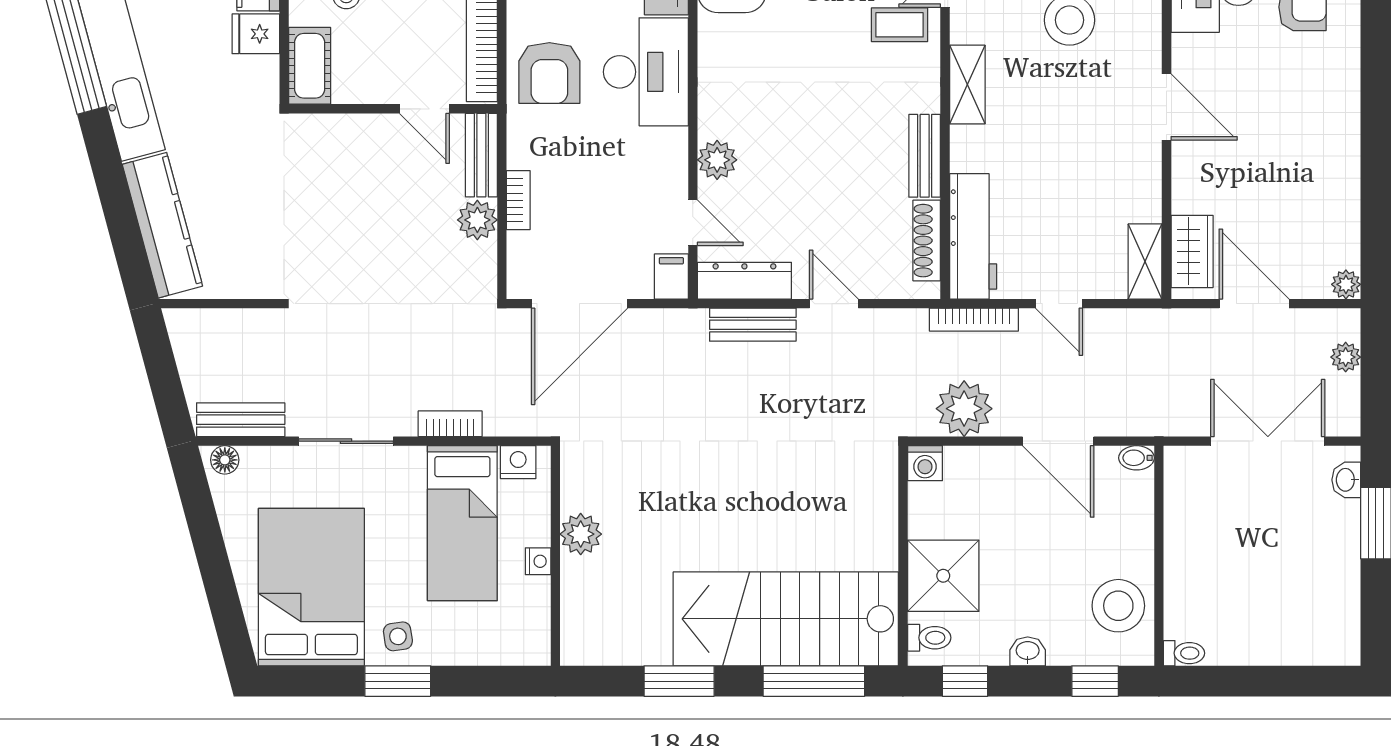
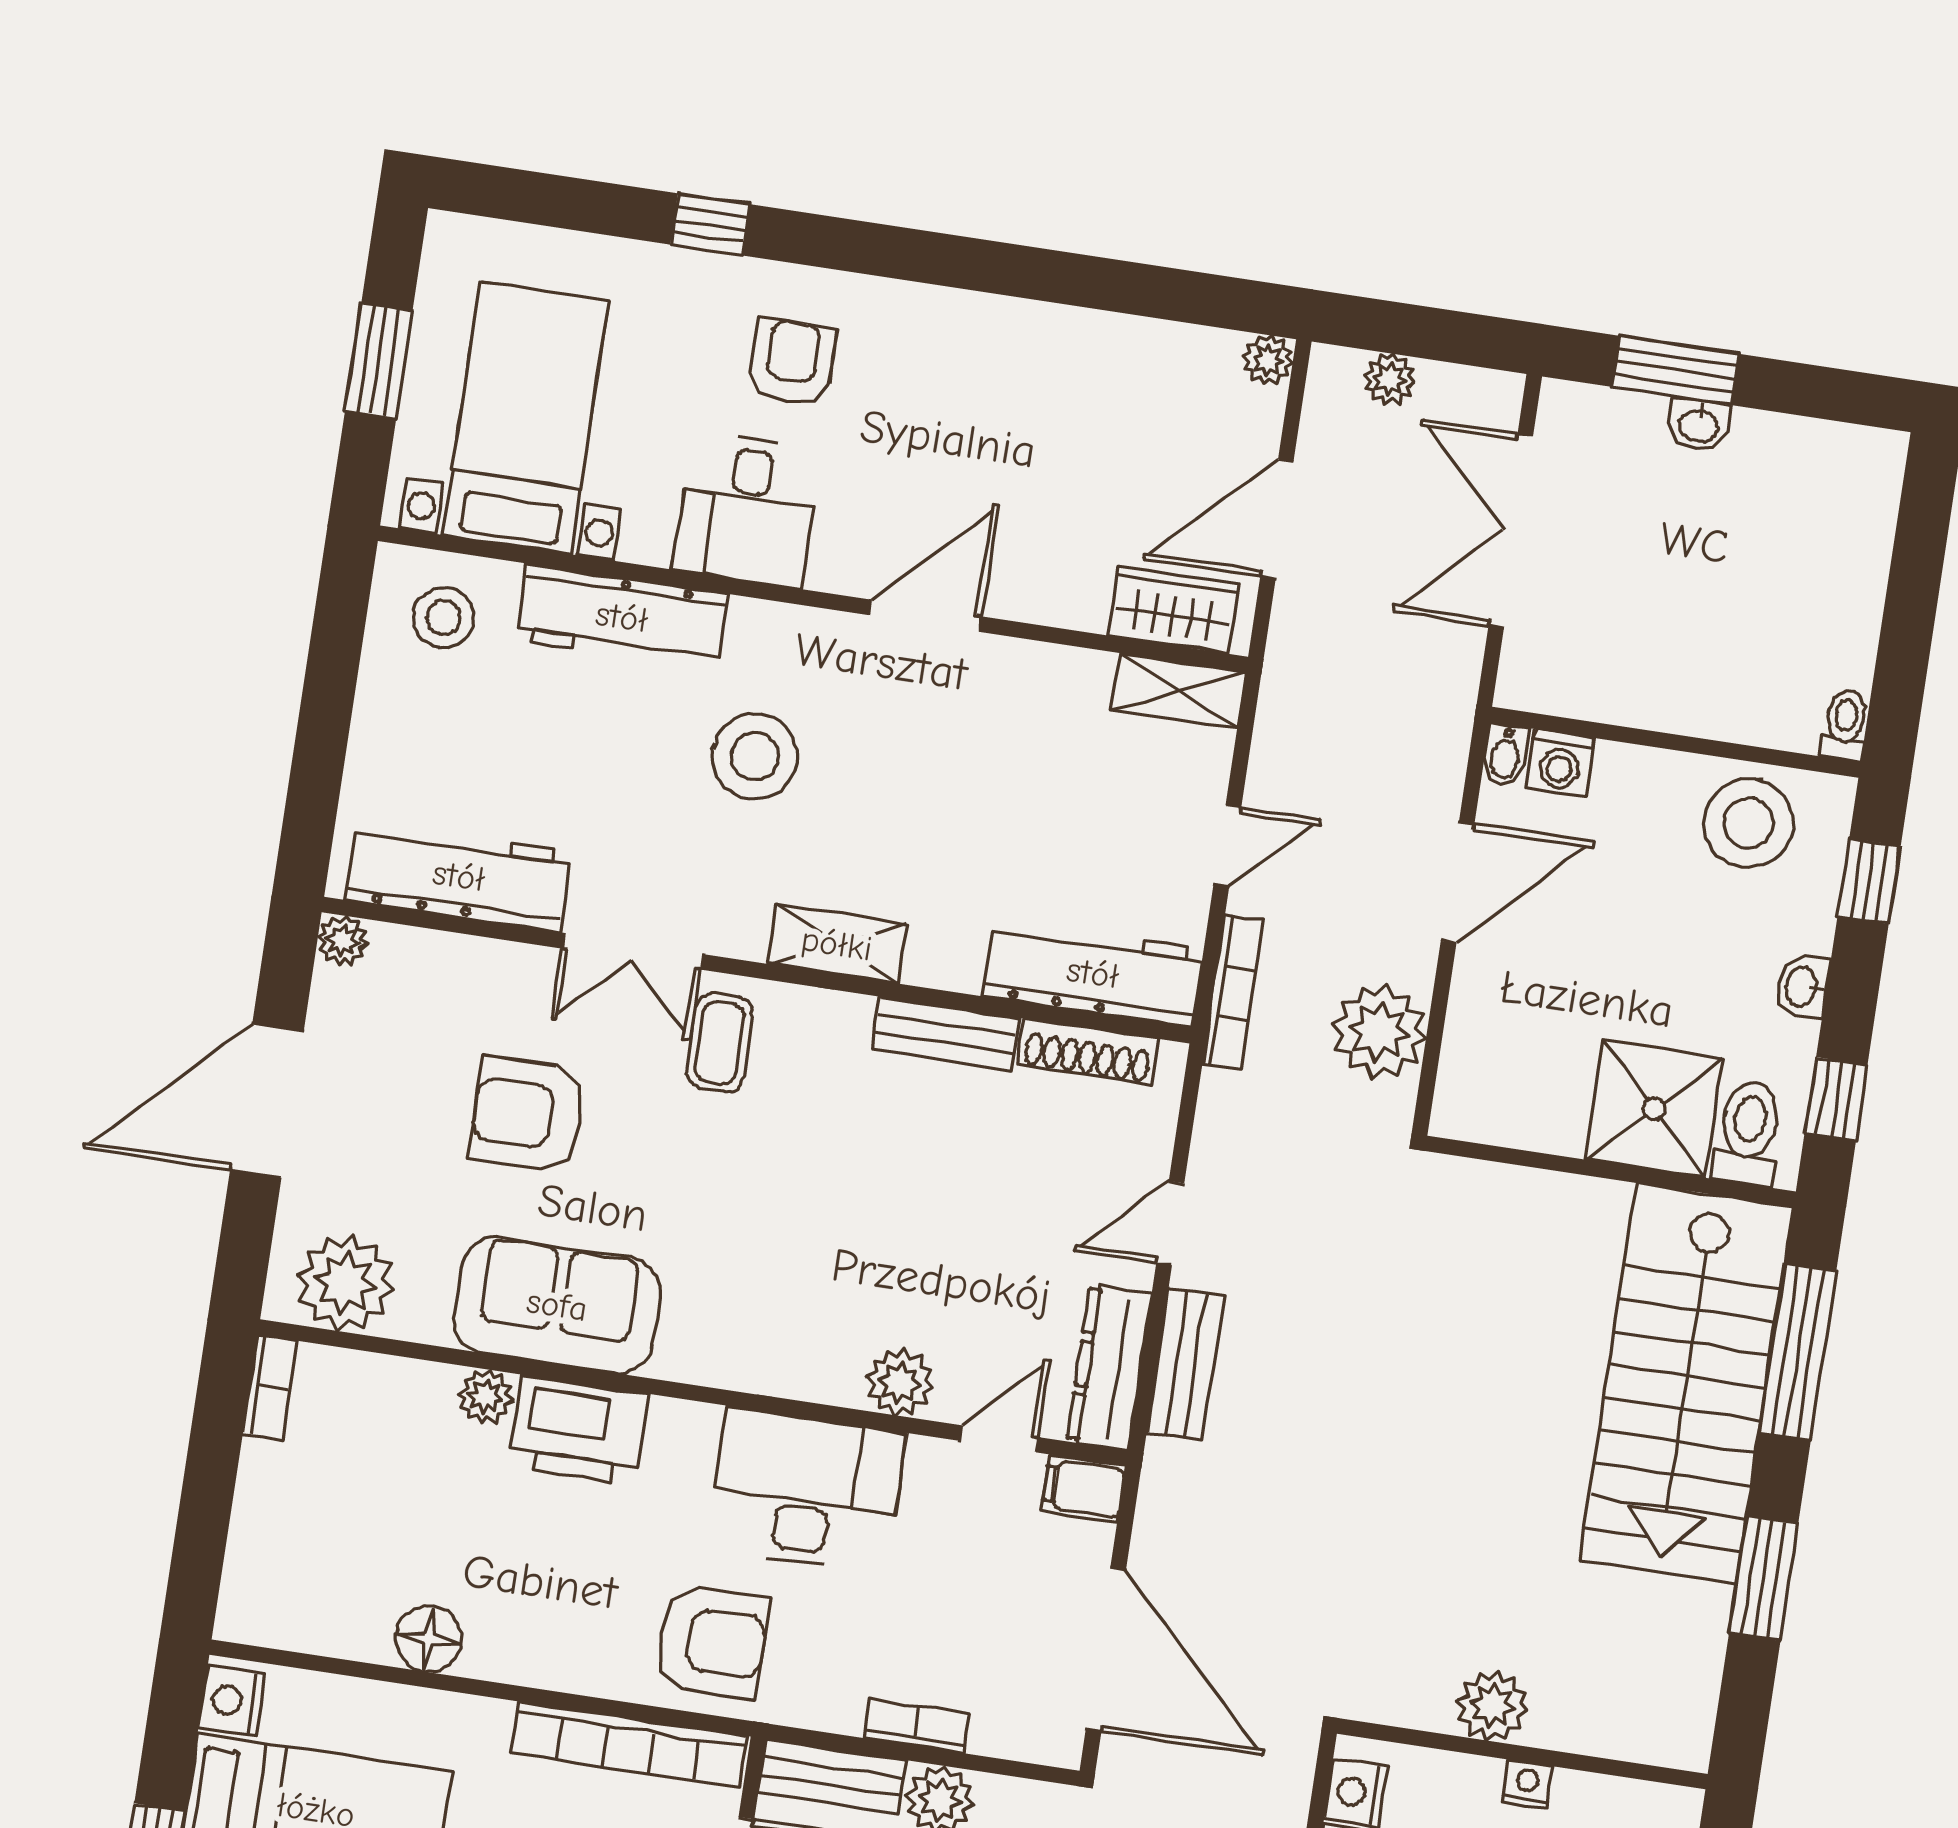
desk: (646, 72) -> (806, 1490), moved
washing machine: (925, 463) -> (1560, 763), moved, turned 90
washbasin: (1346, 480) -> (1699, 425), moved
toilet: (929, 638) -> (1748, 1133), width x1.37, depth x1.39

